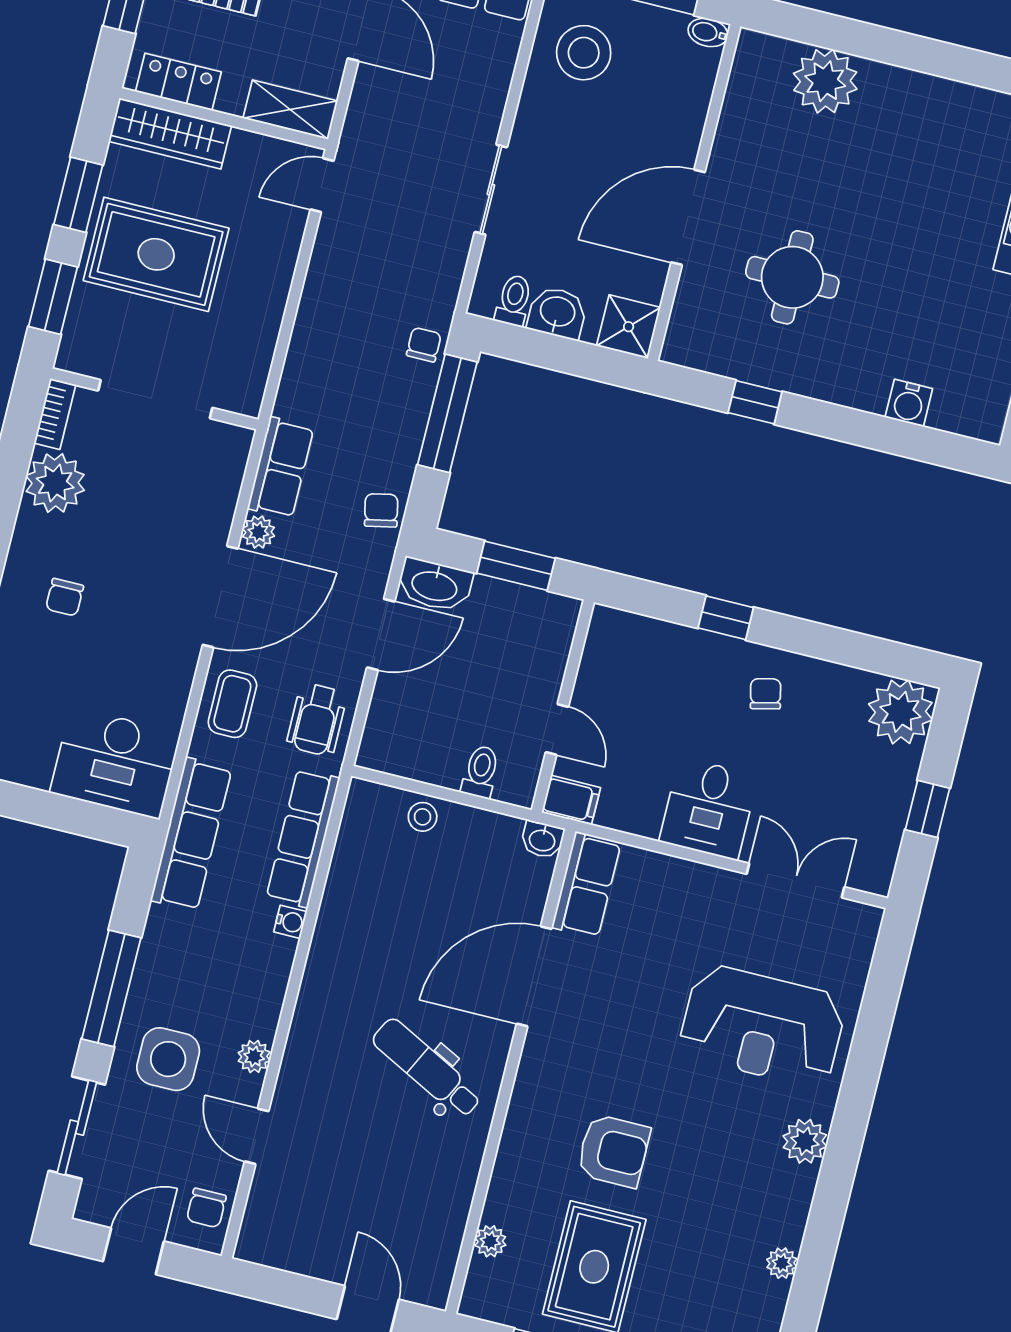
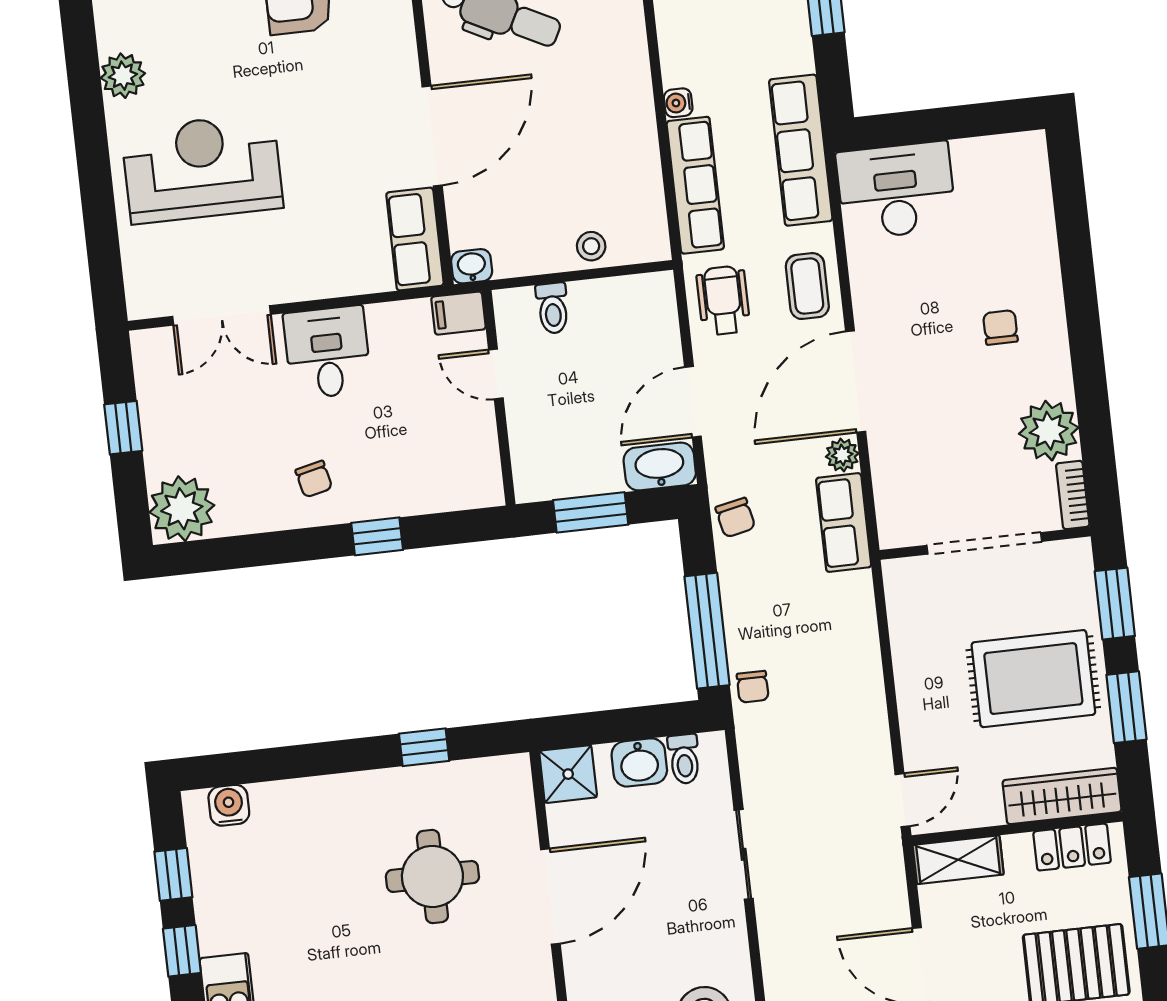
water cooler: (909, 403) -> (229, 805), moved

